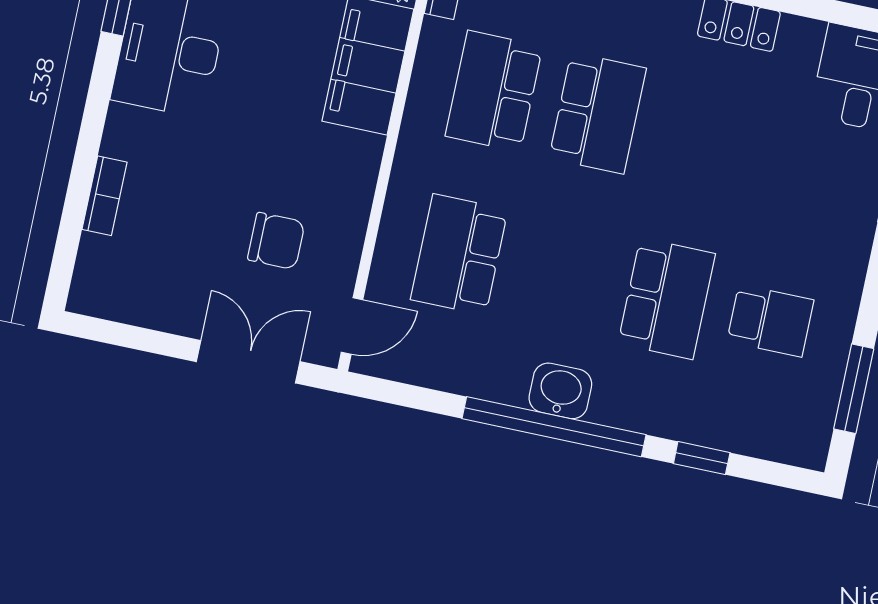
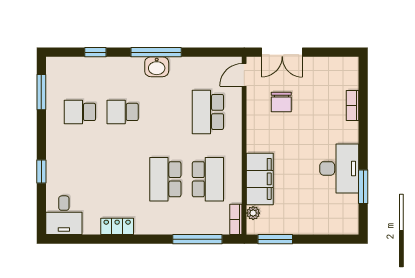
chair: (276, 241) -> (281, 102), turned -90
school desk: (459, 255) -> (208, 112), turned 180
school desk: (667, 299) -> (123, 112), width x0.54
window: (554, 427) -> (156, 52), width x0.68

